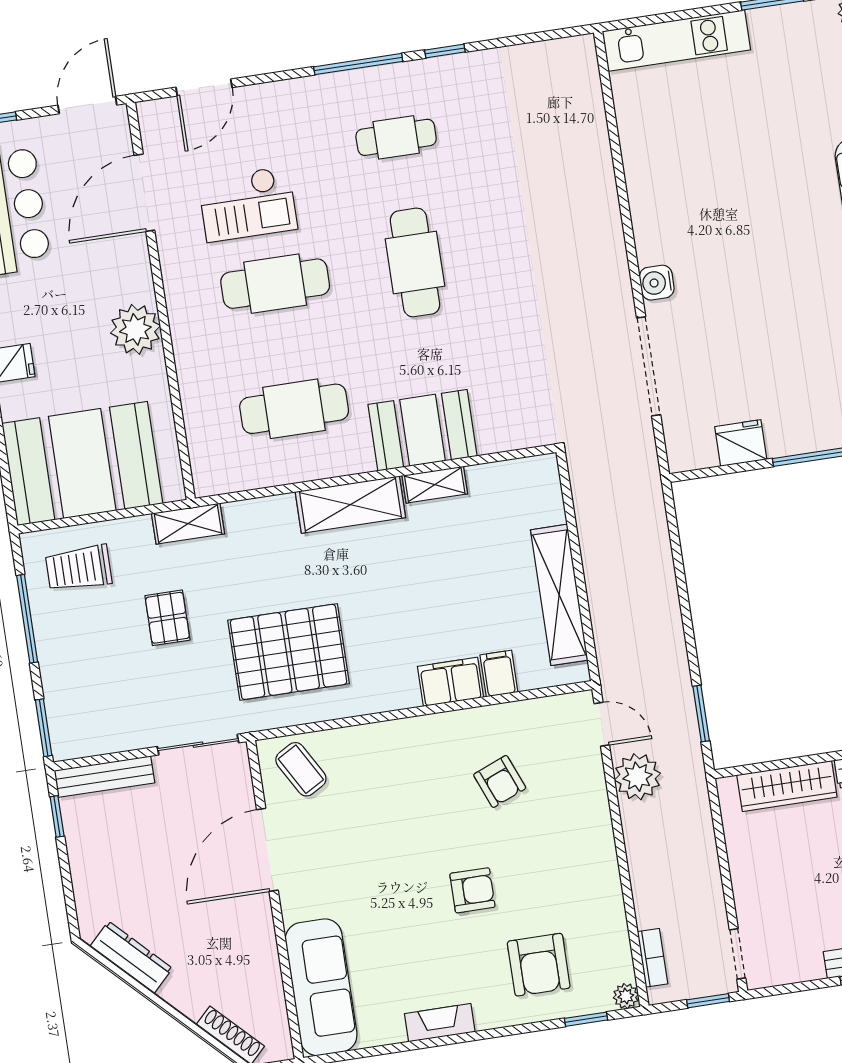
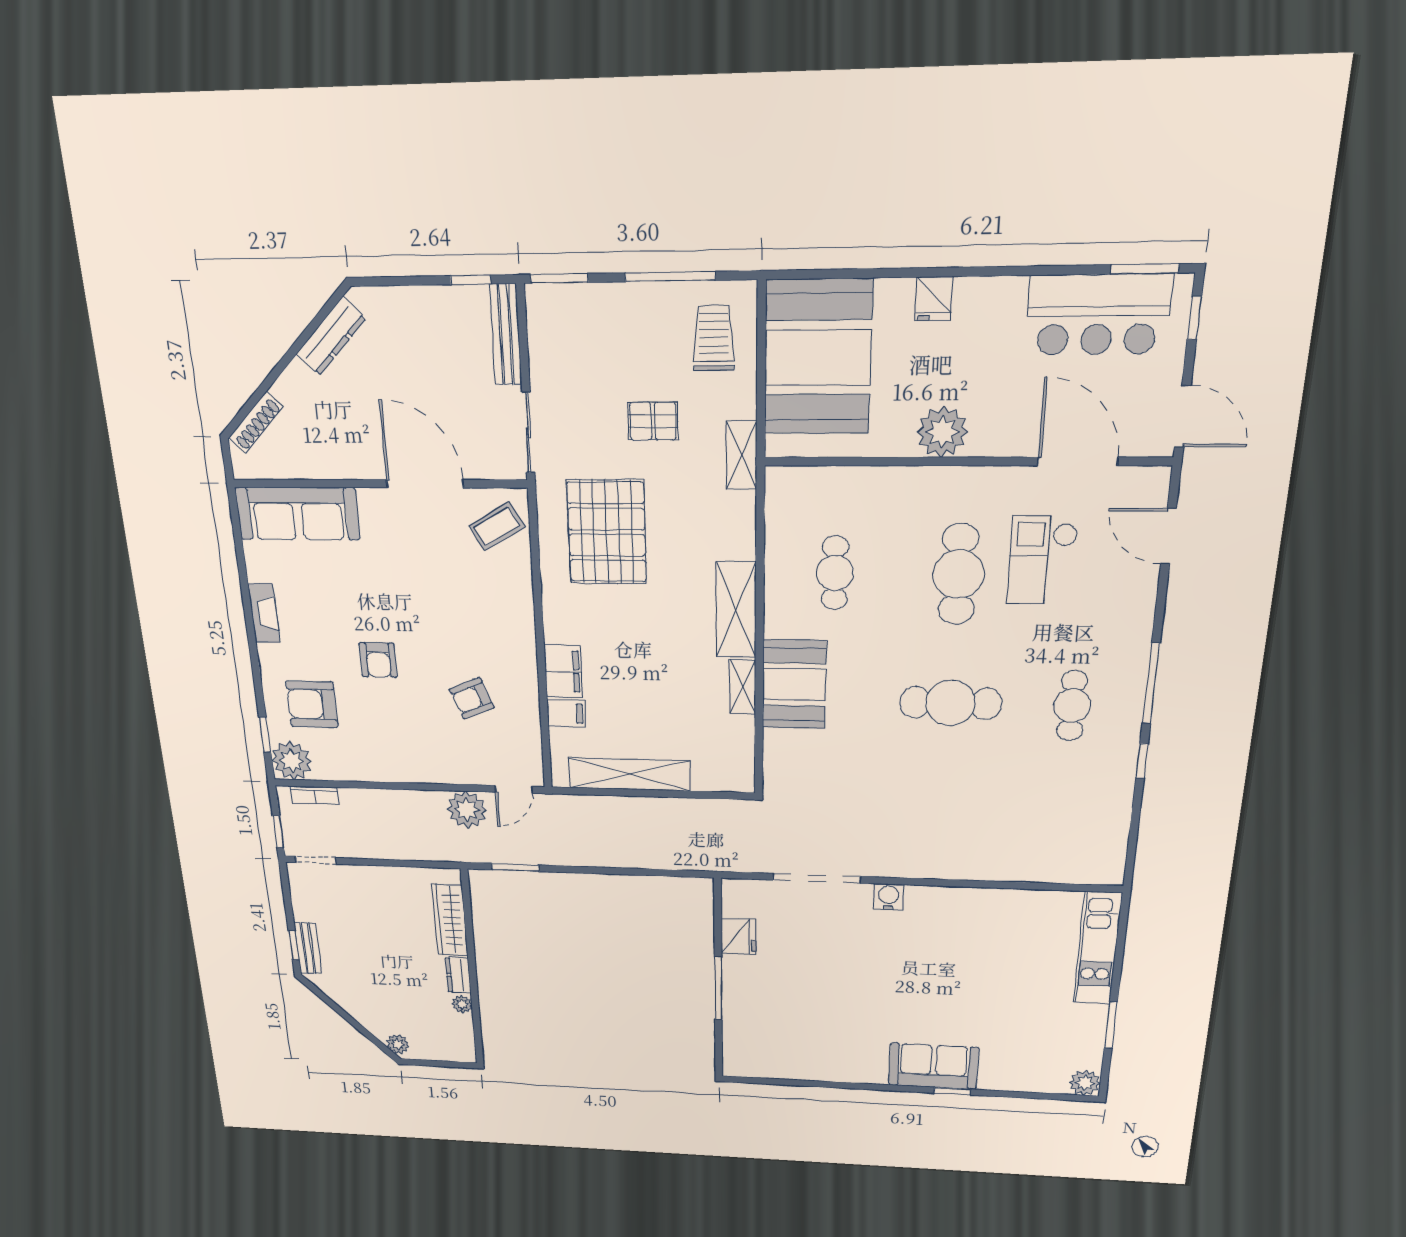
cafe table: (294, 409) -> (835, 573), width x0.73, depth x0.74
plant: (626, 996) -> (292, 761), width x1.88, depth x1.88

